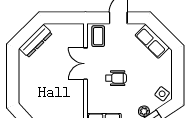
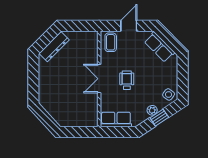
double door: (86, 64) -> (99, 79), moved
wheelchair: (116, 78) -> (127, 80), turned -90

